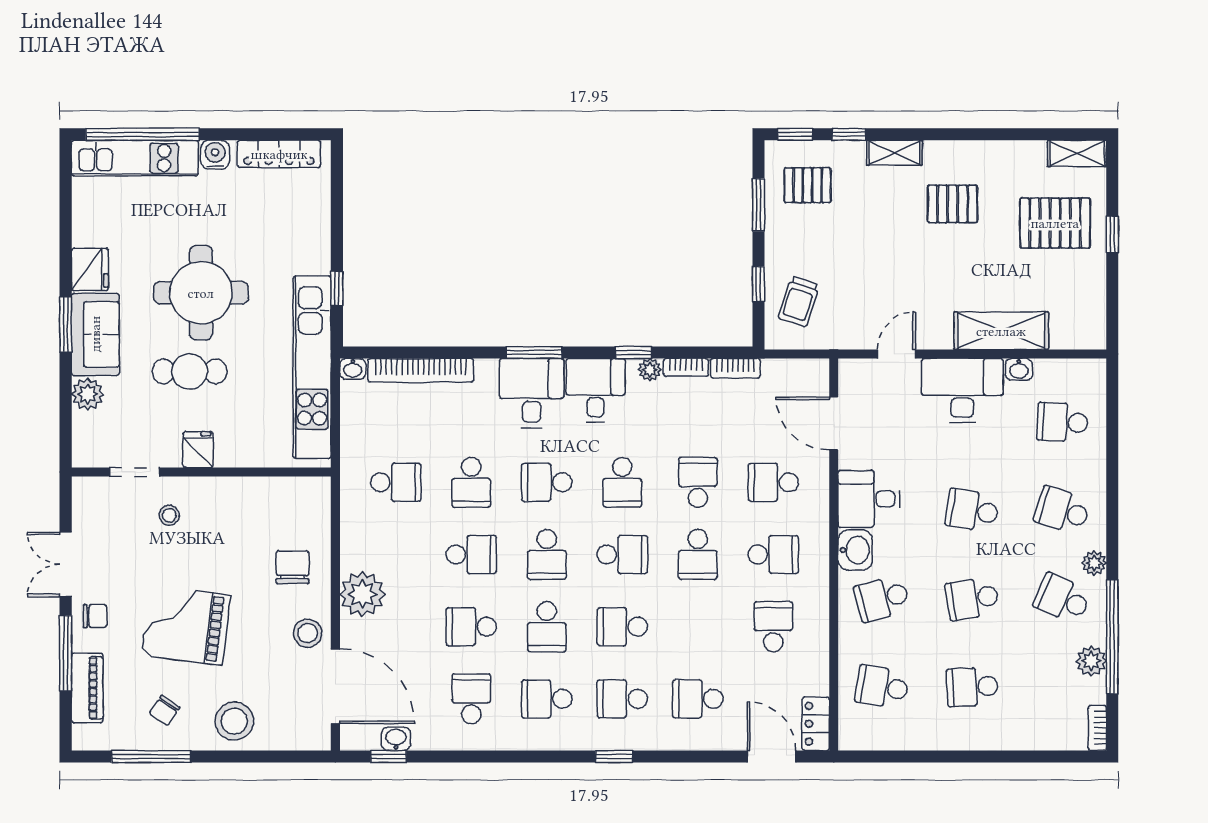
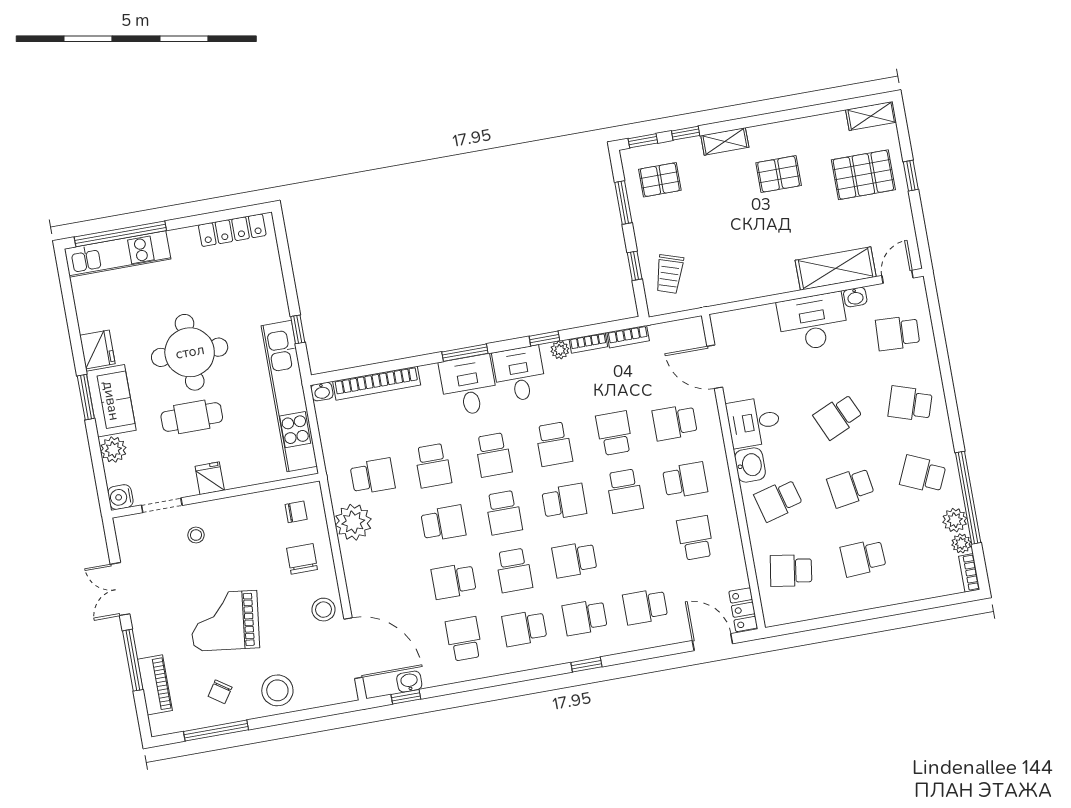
water cooler: (215, 155) -> (120, 497), moved, turned -90
door: (896, 354) -> (898, 277), moved
school desk: (547, 482) -> (493, 455), turned -90
school desk: (972, 510) -> (838, 417), turned -33
plant: (1094, 563) -> (961, 543), moved
plant: (362, 594) -> (353, 522), moved
chair: (95, 616) -> (296, 512), moved

